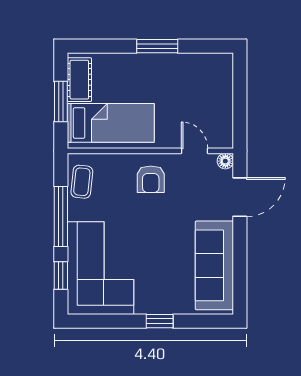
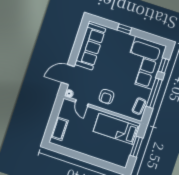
window: (157, 46) -> (83, 157), removed
cot: (79, 80) -> (59, 129), moved
armchair: (151, 179) -> (106, 97), turned 180

